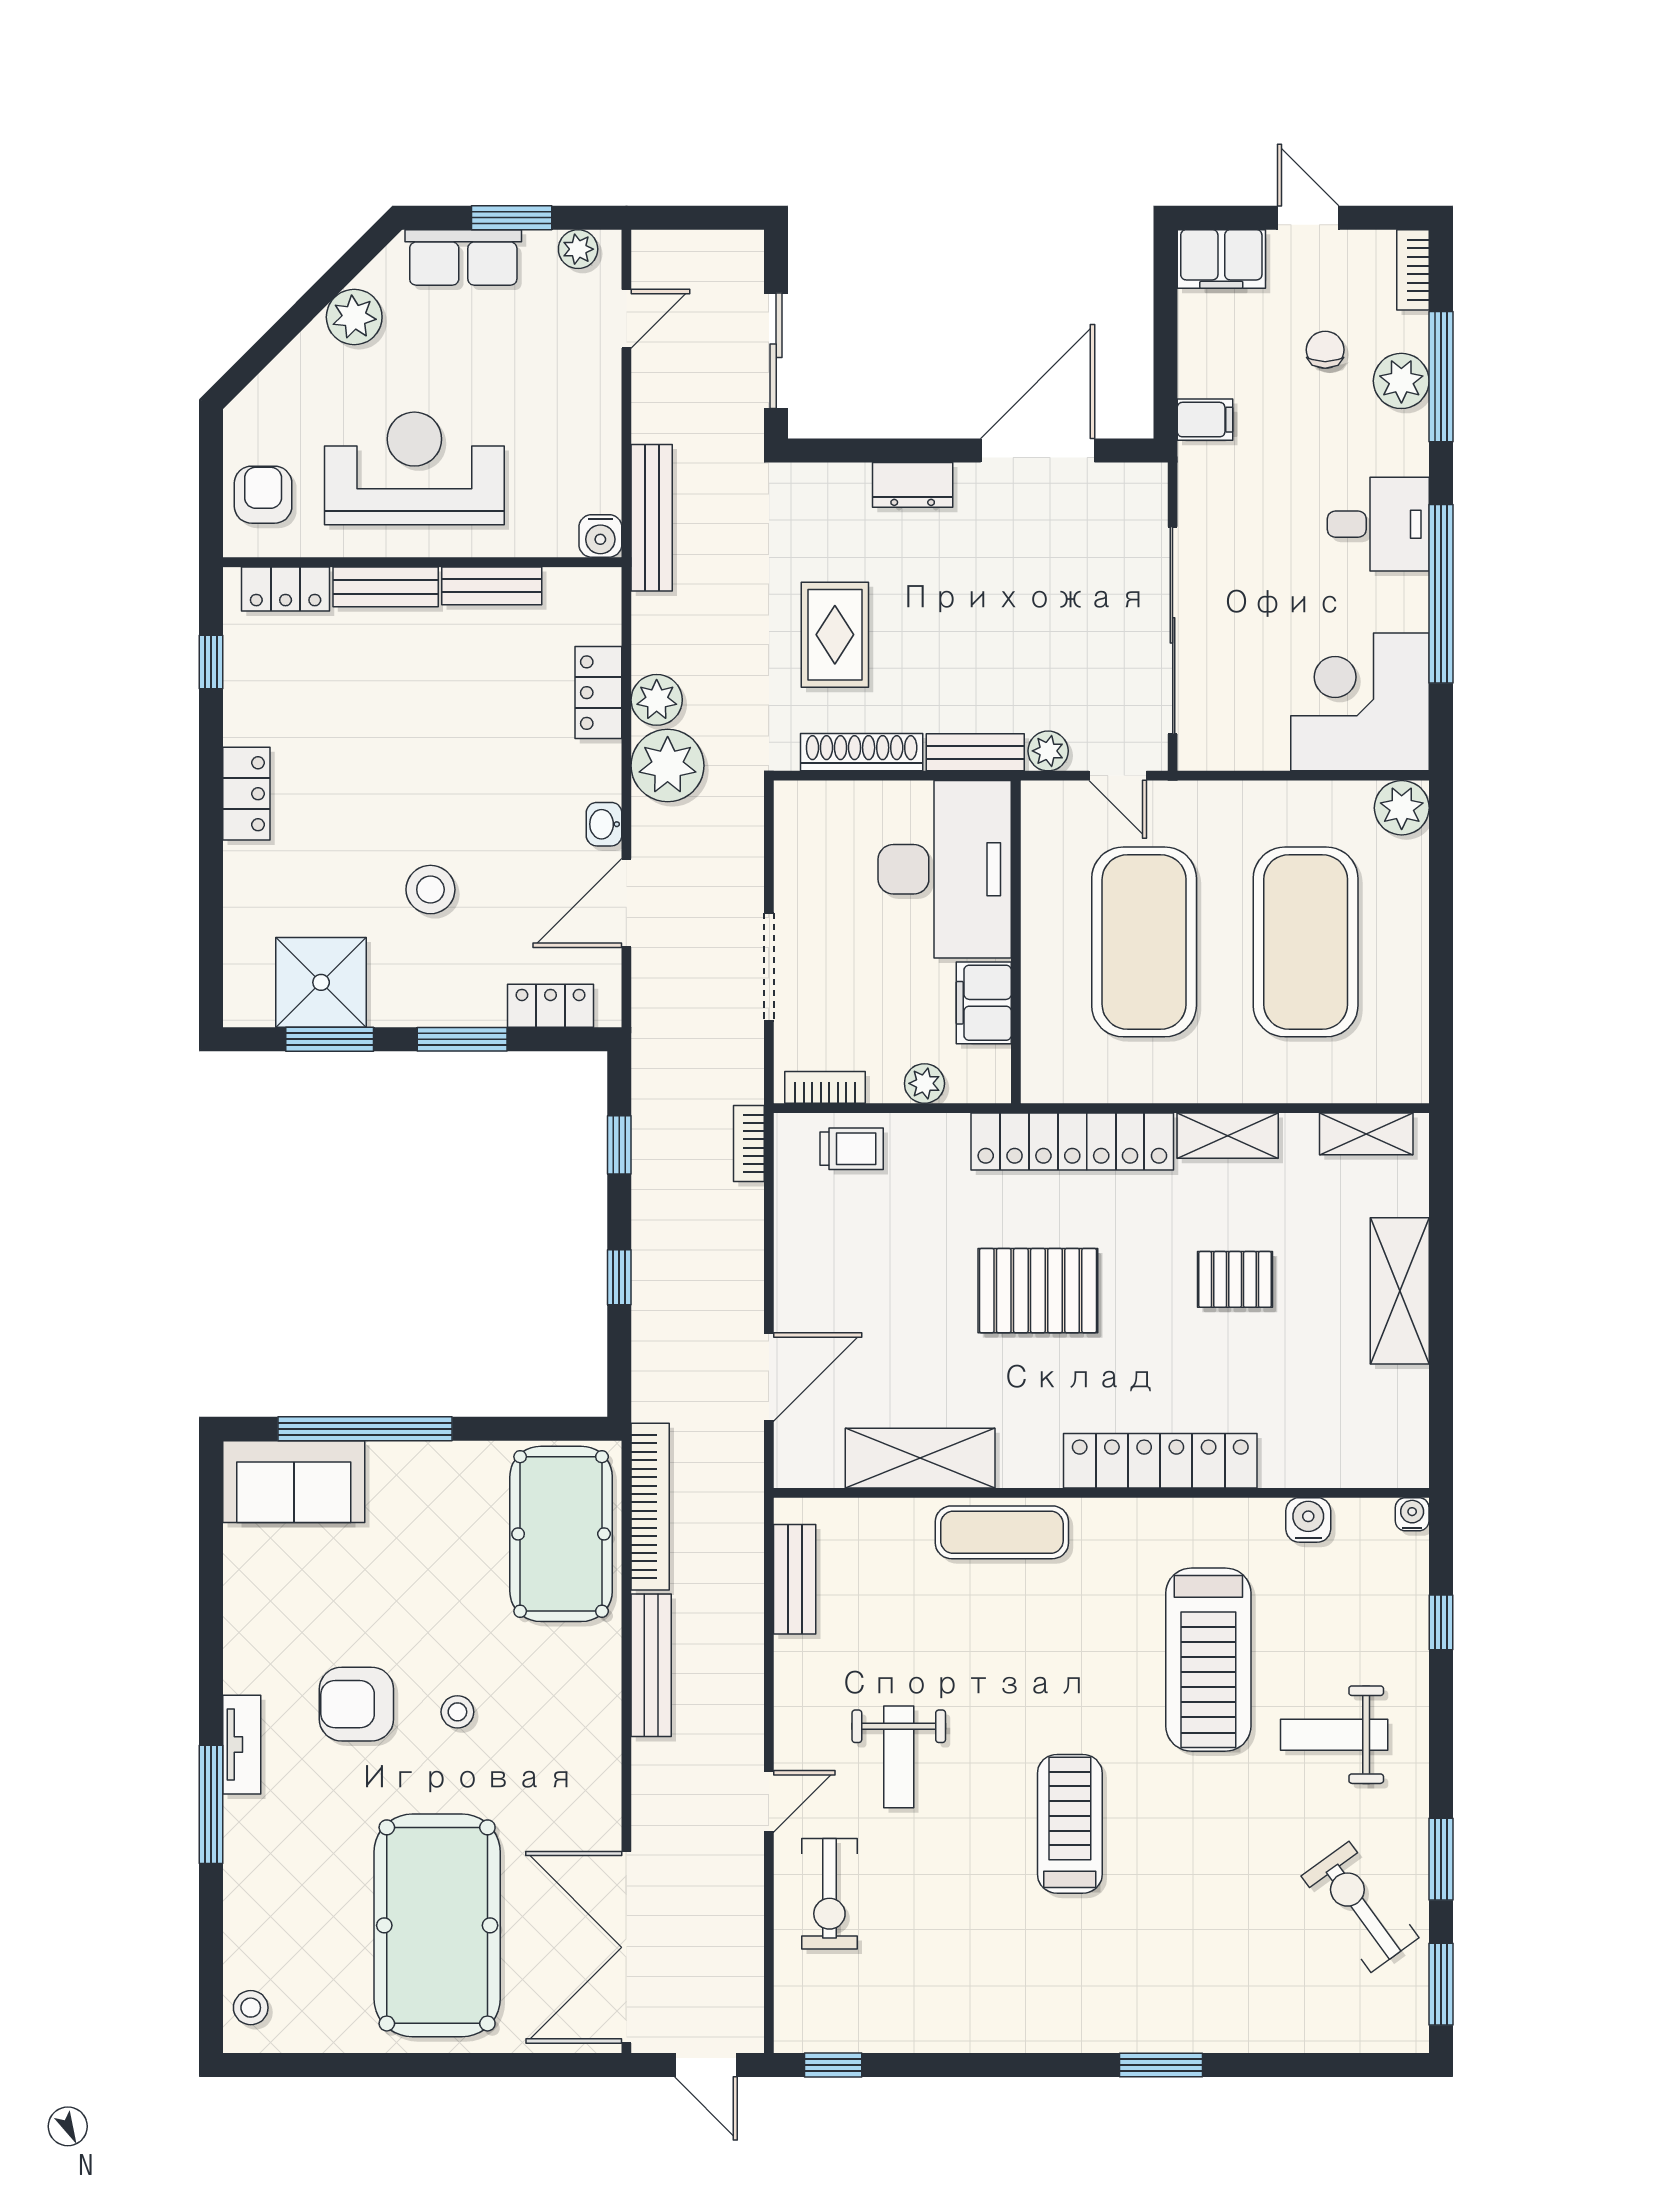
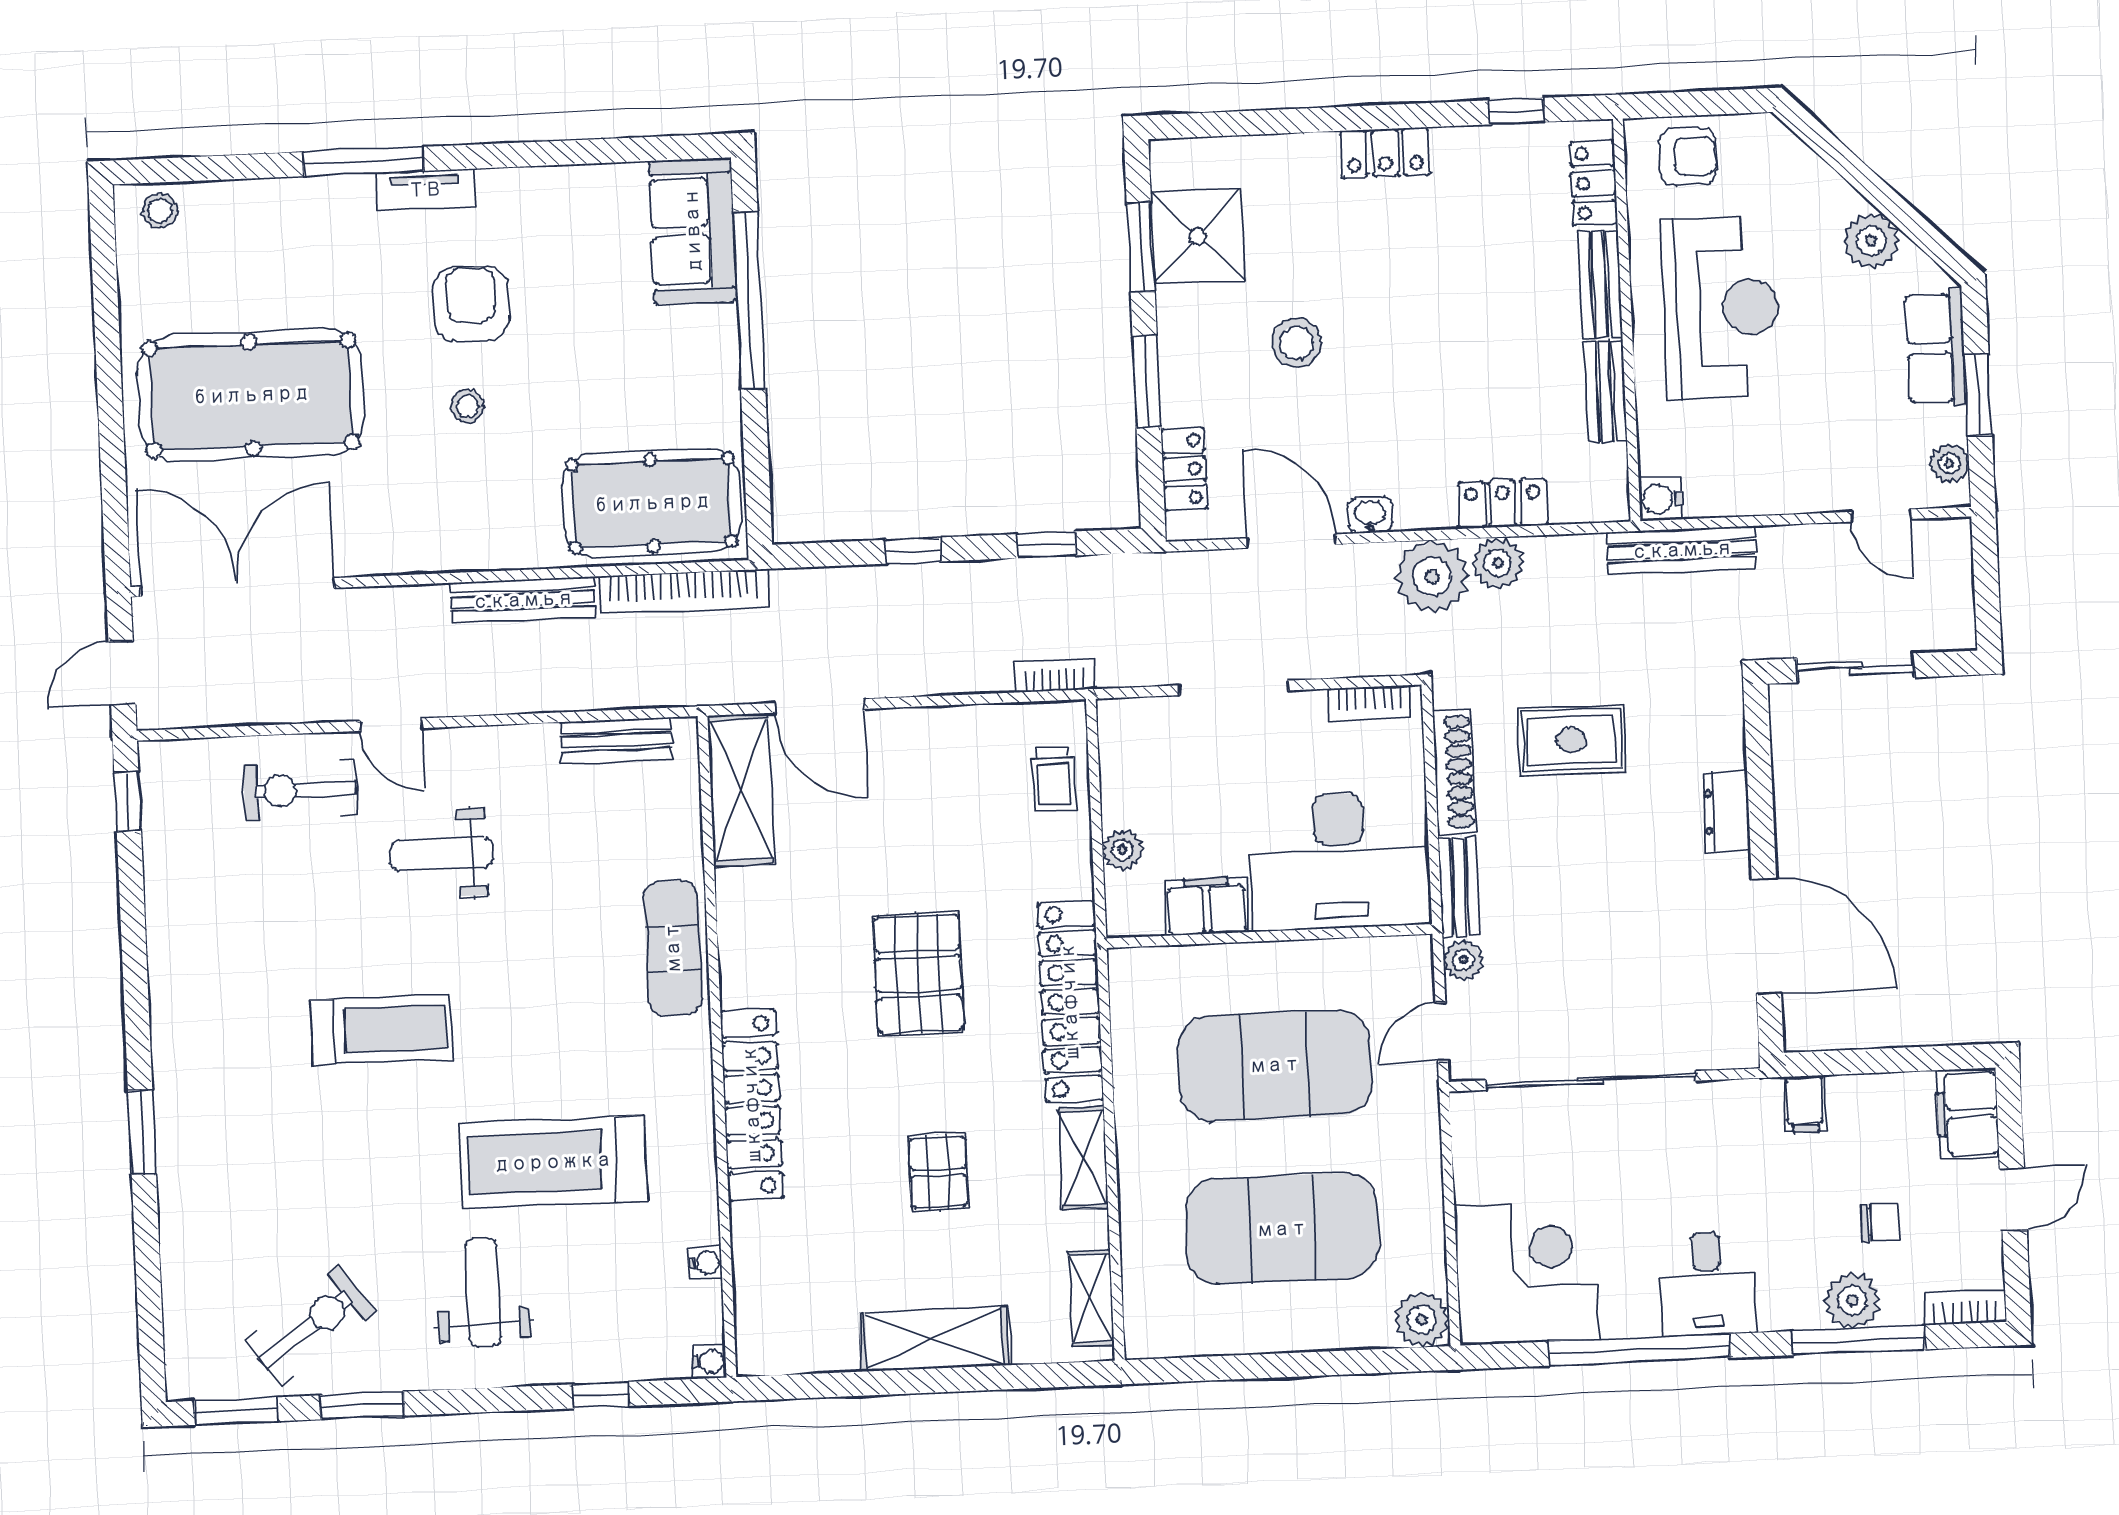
bookcase: (825, 1087) -> (1370, 703), moved, turned 90
shelving: (920, 1458) -> (741, 790), moved
water cooler: (1308, 1520) -> (705, 1263), width x0.72, depth x0.72

